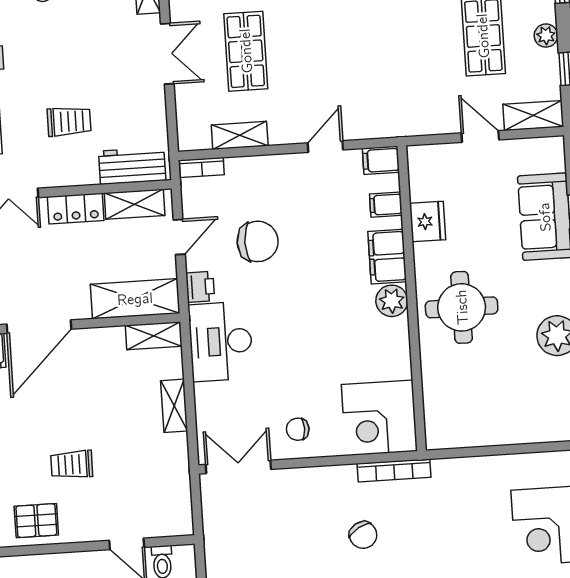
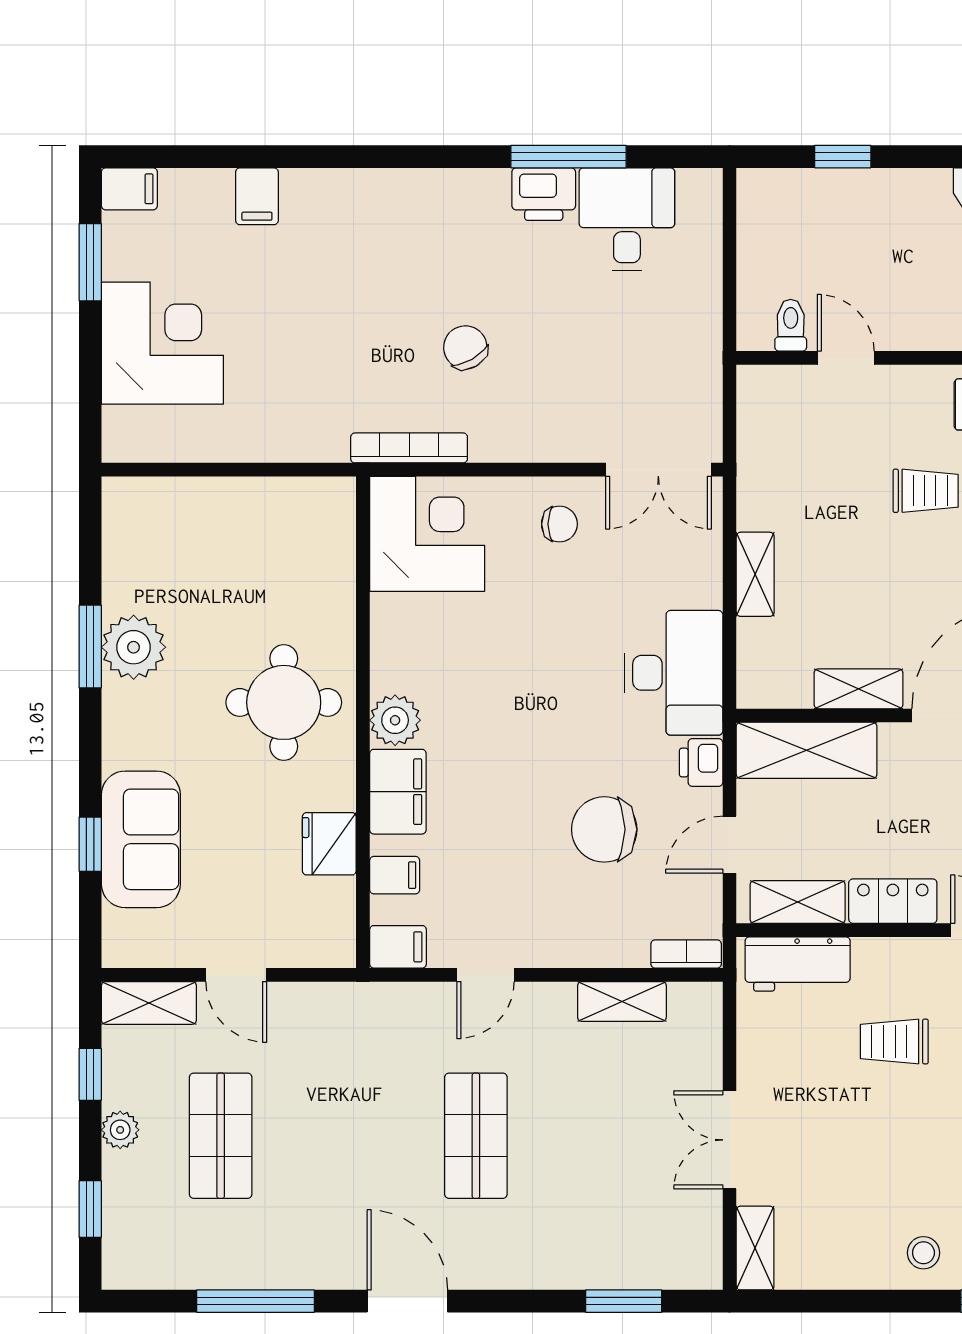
shop shelf: (246, 51) -> (476, 1136), moved
shelving: (154, 336) -> (858, 689), moved

